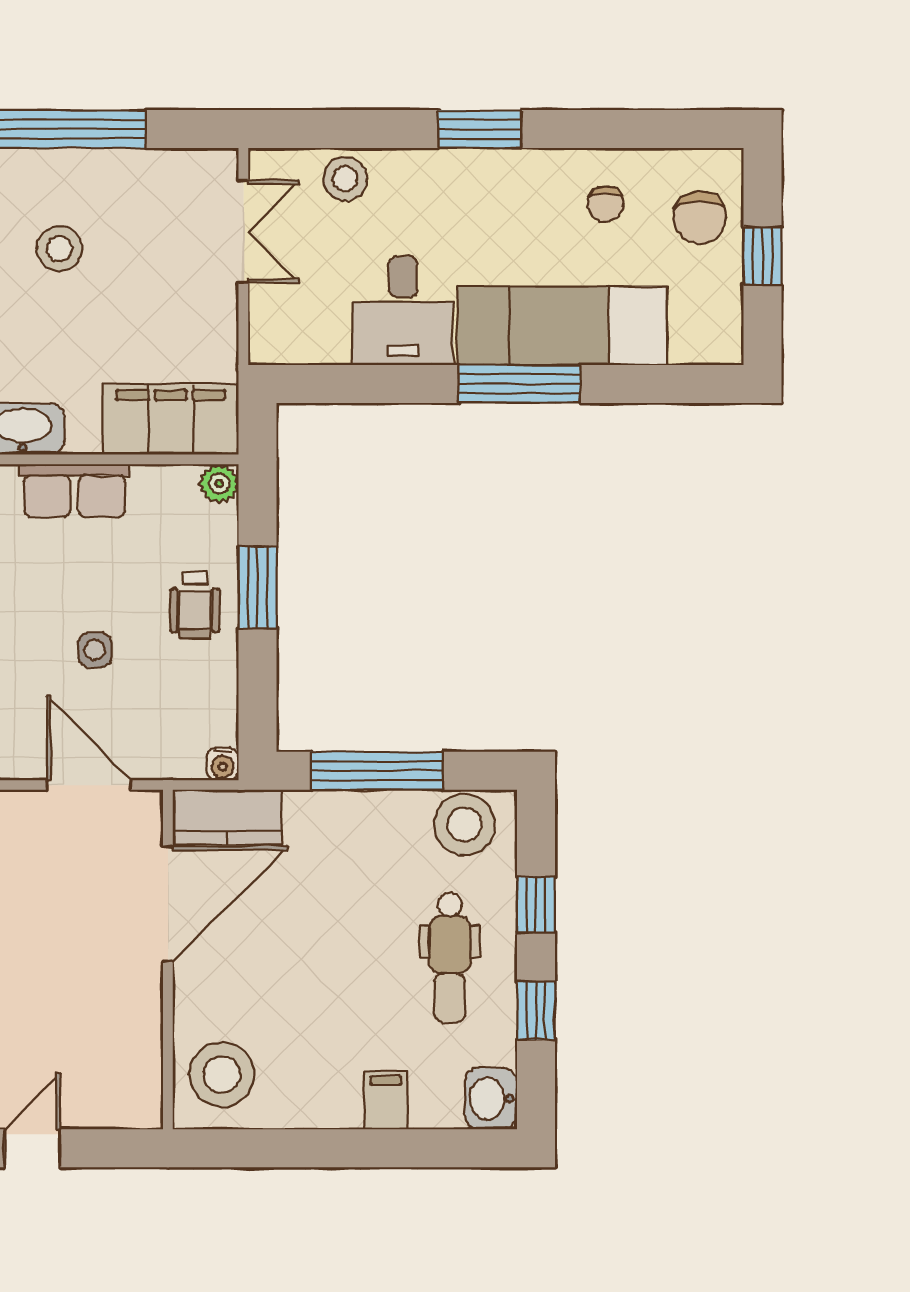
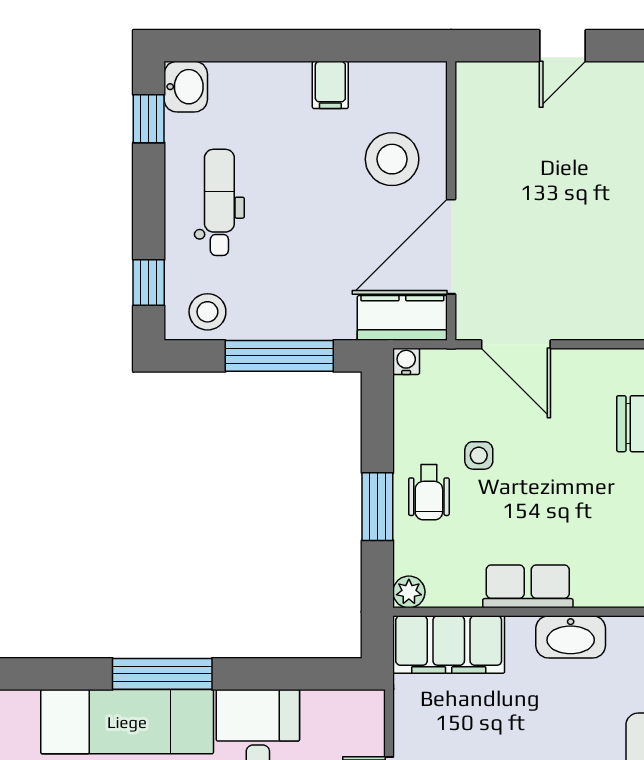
wheelchair: (195, 605) -> (429, 492), turned 180
side table: (95, 650) -> (479, 455), moved
stool: (464, 824) -> (207, 312), width x0.73, depth x0.73
window: (536, 905) -> (149, 283), moved
window: (536, 1010) -> (149, 119), moved
stool: (222, 1075) -> (392, 159), moved
filing cabinet: (386, 1101) -> (330, 85), moved

